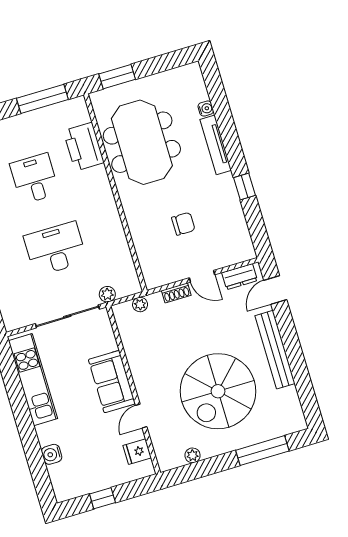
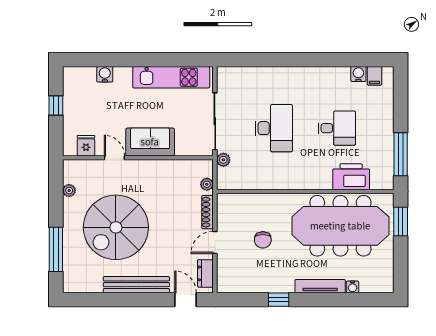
meeting table: (142, 142) -> (340, 226), width x1.36
shoe rack: (176, 293) -> (207, 212), width x1.43
spiral stairs: (218, 391) -> (116, 227), turned -90

